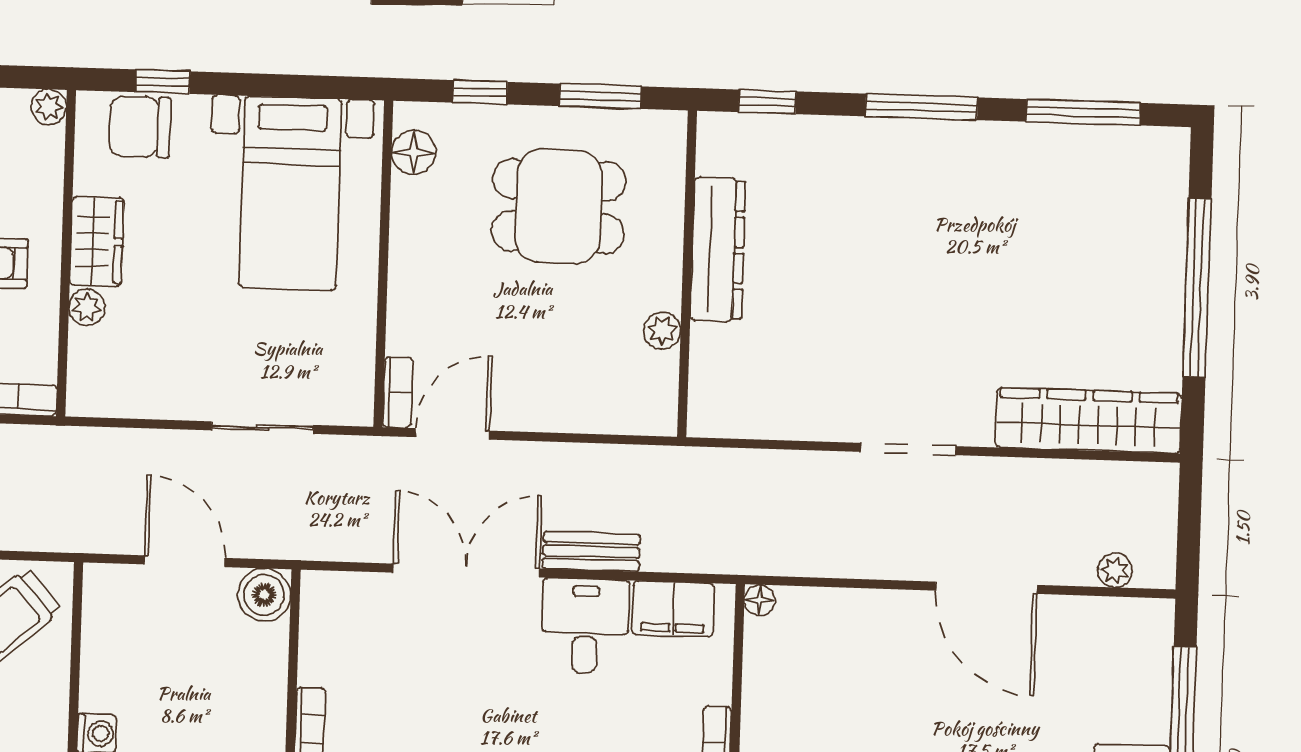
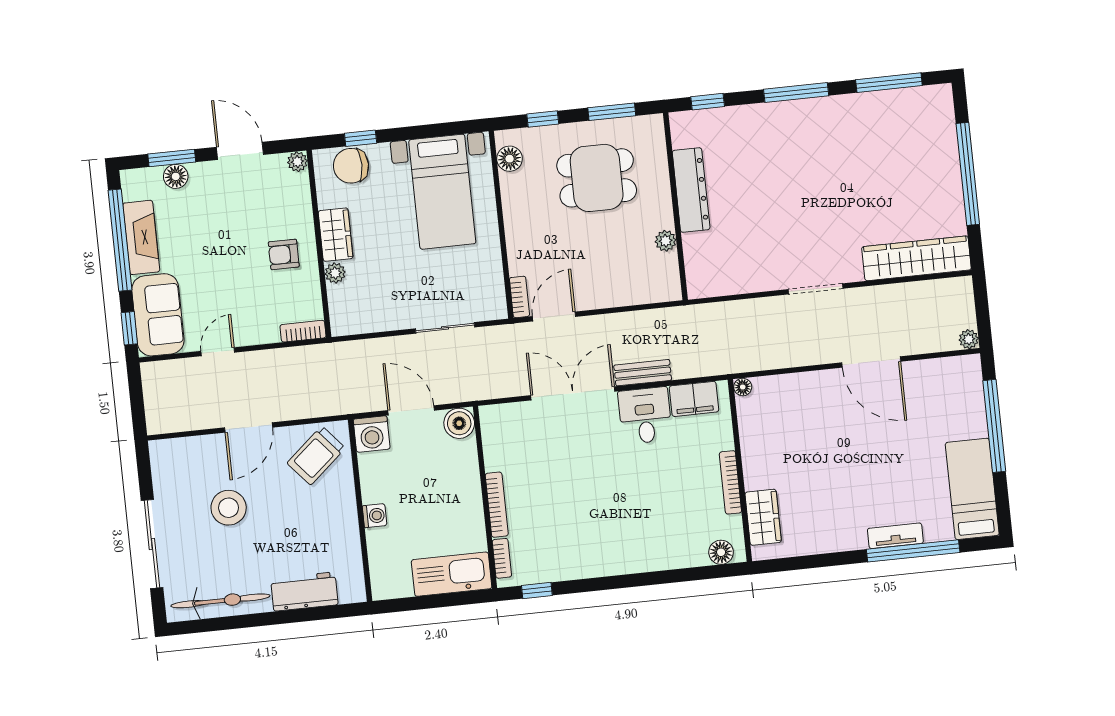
plant: (1115, 570) -> (969, 339), moved
washing machine: (111, 592) -> (372, 434), added

